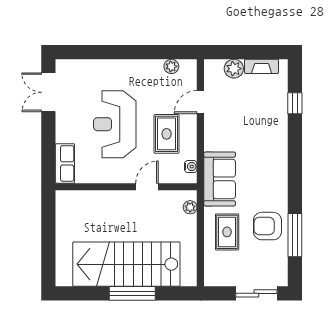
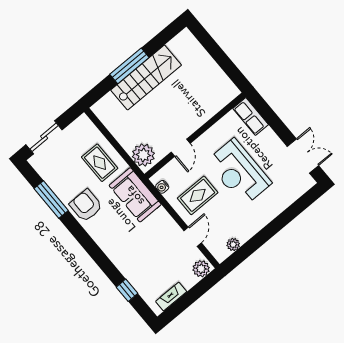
plant: (234, 69) -> (201, 269), moved
reception desk: (115, 124) -> (239, 172), turned 180
rug: (167, 134) -> (198, 195), turned 90
plant: (190, 207) -> (143, 155), width x1.88, depth x1.88
armchair: (267, 226) -> (86, 206), moved, turned -90
stairs: (126, 264) -> (146, 77), width x0.73, depth x0.66

